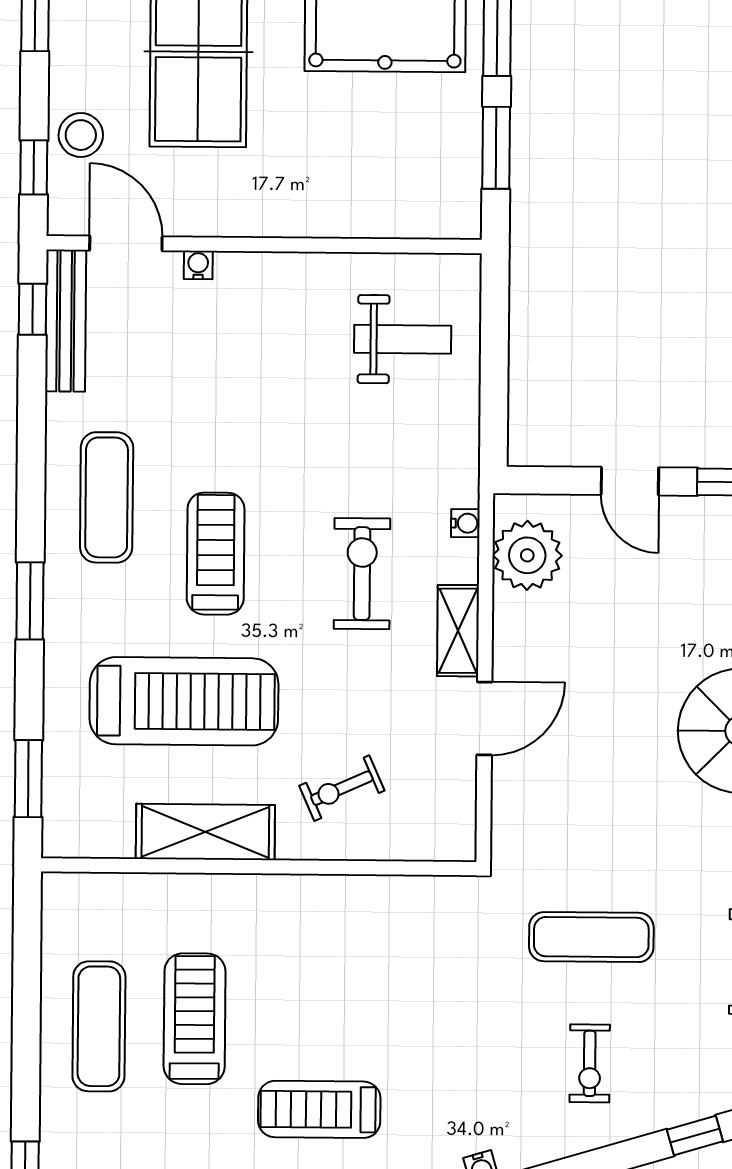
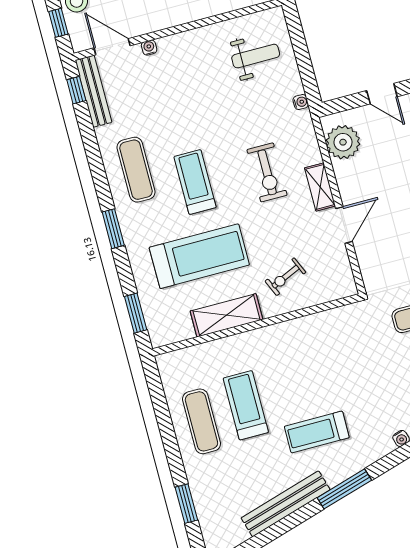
water cooler: (465, 523) -> (301, 102), moved
exercise bike: (362, 574) -> (267, 172), turned 180

